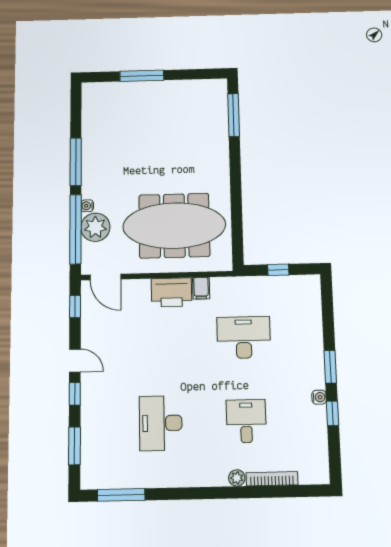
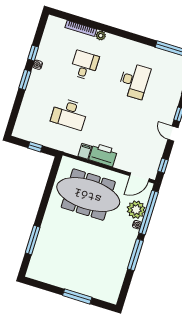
window: (234, 115) -> (33, 240), moved
door: (105, 277) -> (139, 177), swing flipped
desk: (246, 421) -> (84, 65), turned 180

